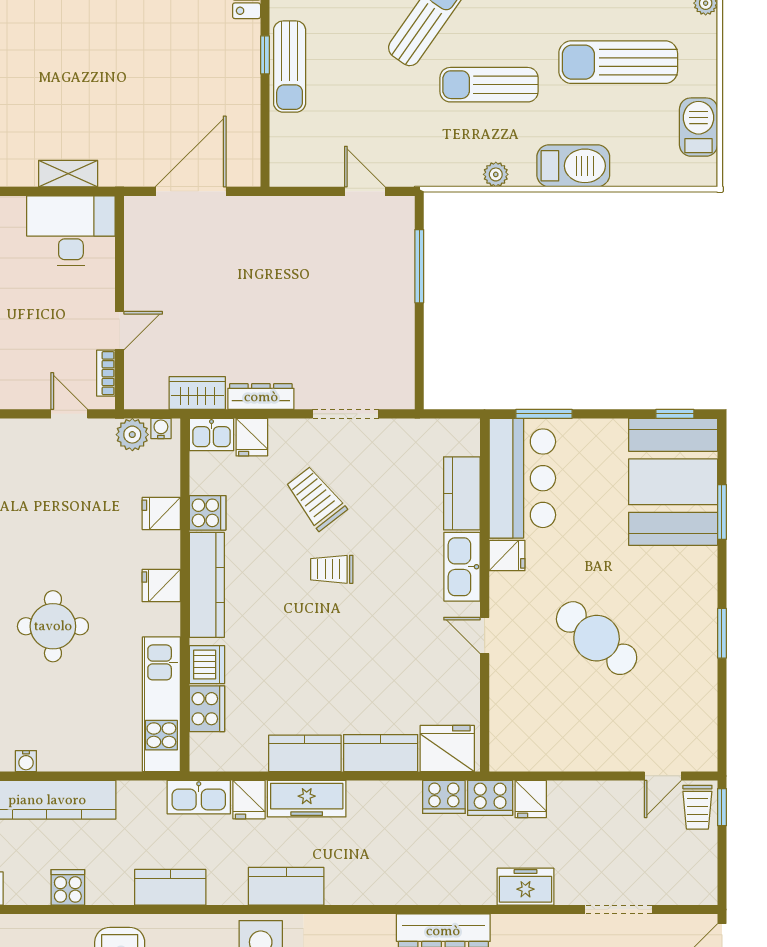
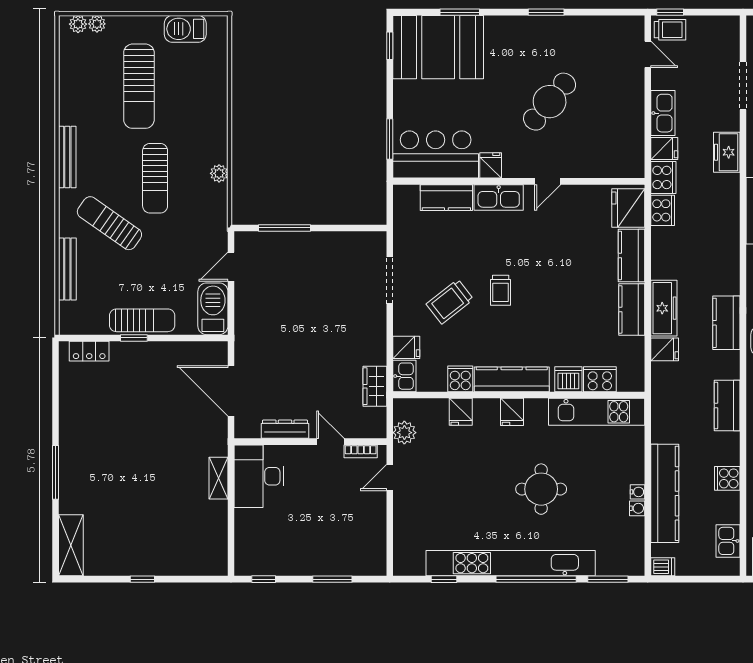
barbecue: (573, 166) -> (213, 309), moved
dresser: (261, 397) -> (285, 429), moved, turned 90
water cooler: (161, 428) -> (637, 492), moved, turned 180
kitchen sink: (199, 797) -> (663, 113), moved

